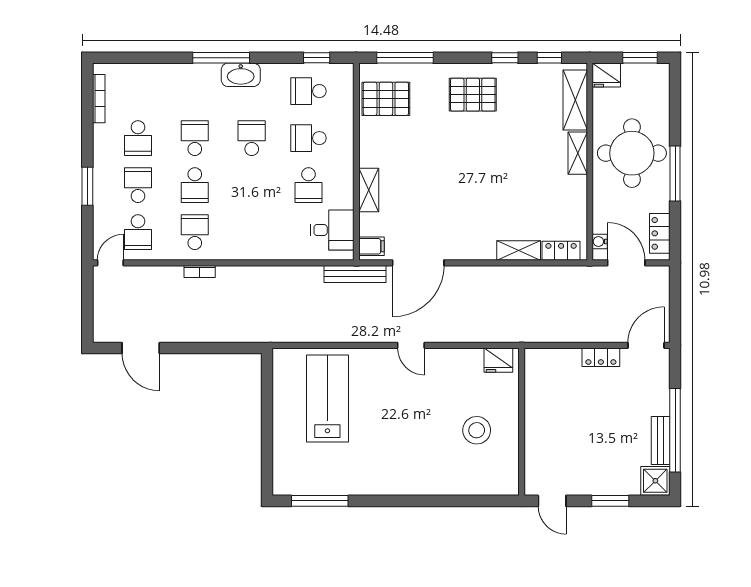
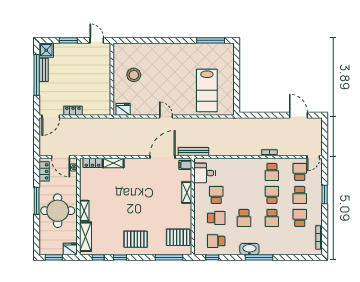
school desk: (309, 91) -> (216, 241), turned 180

